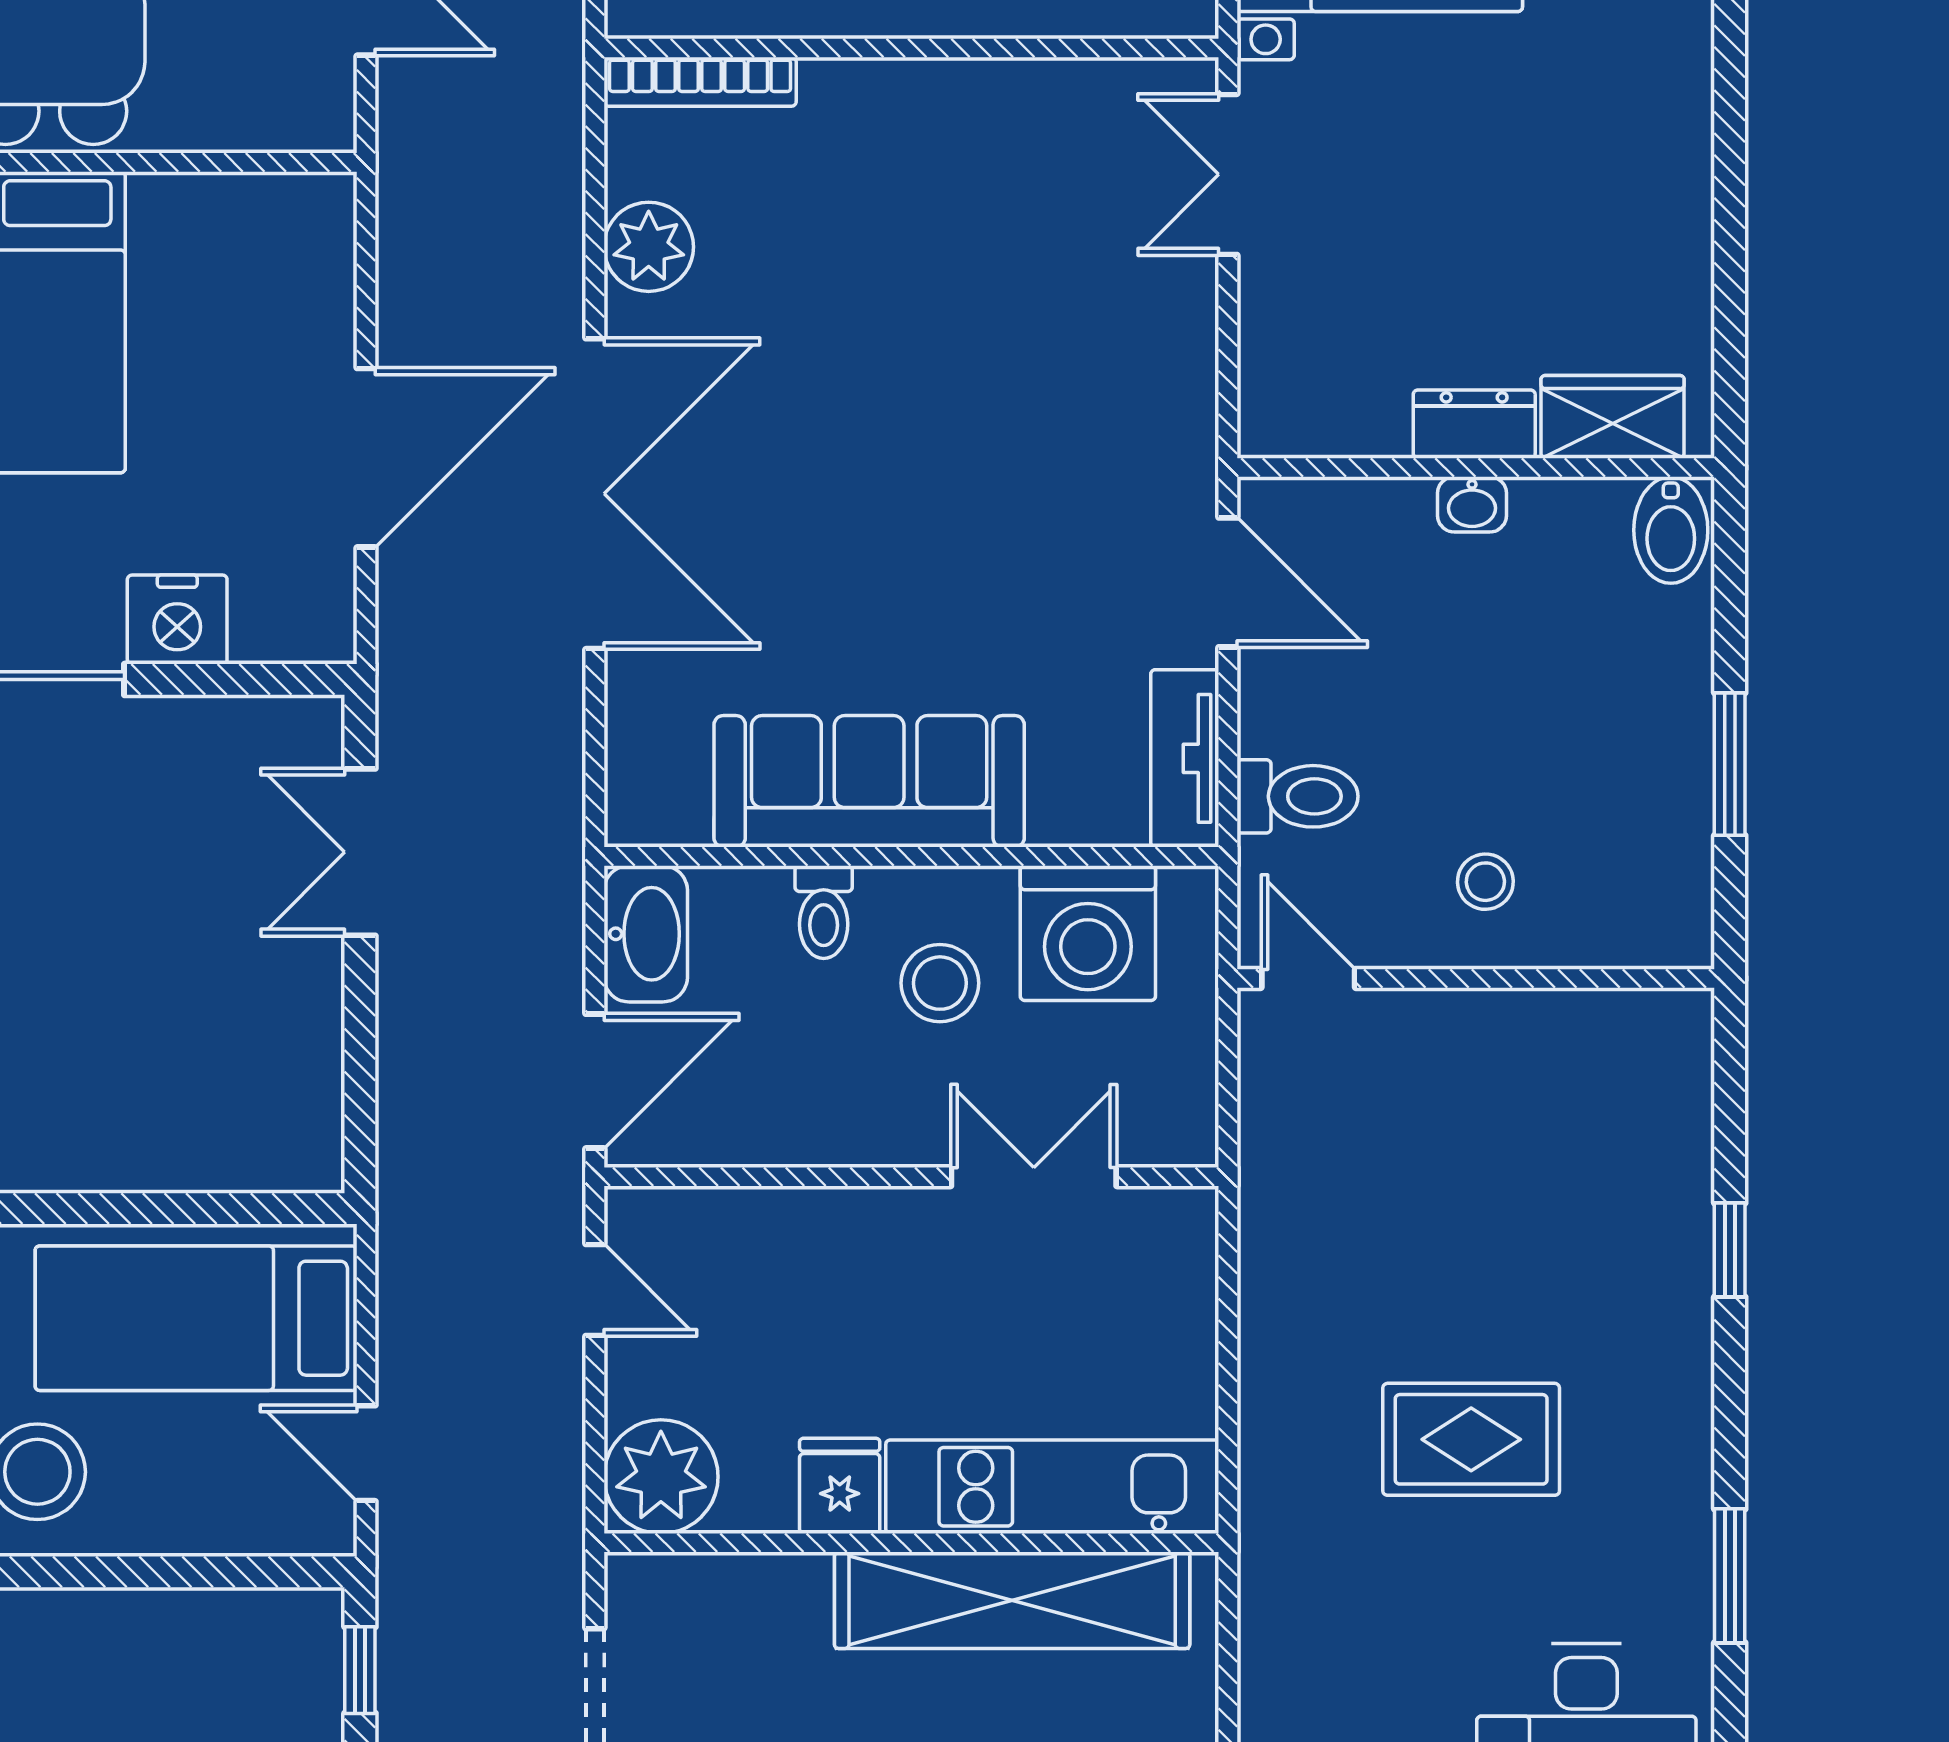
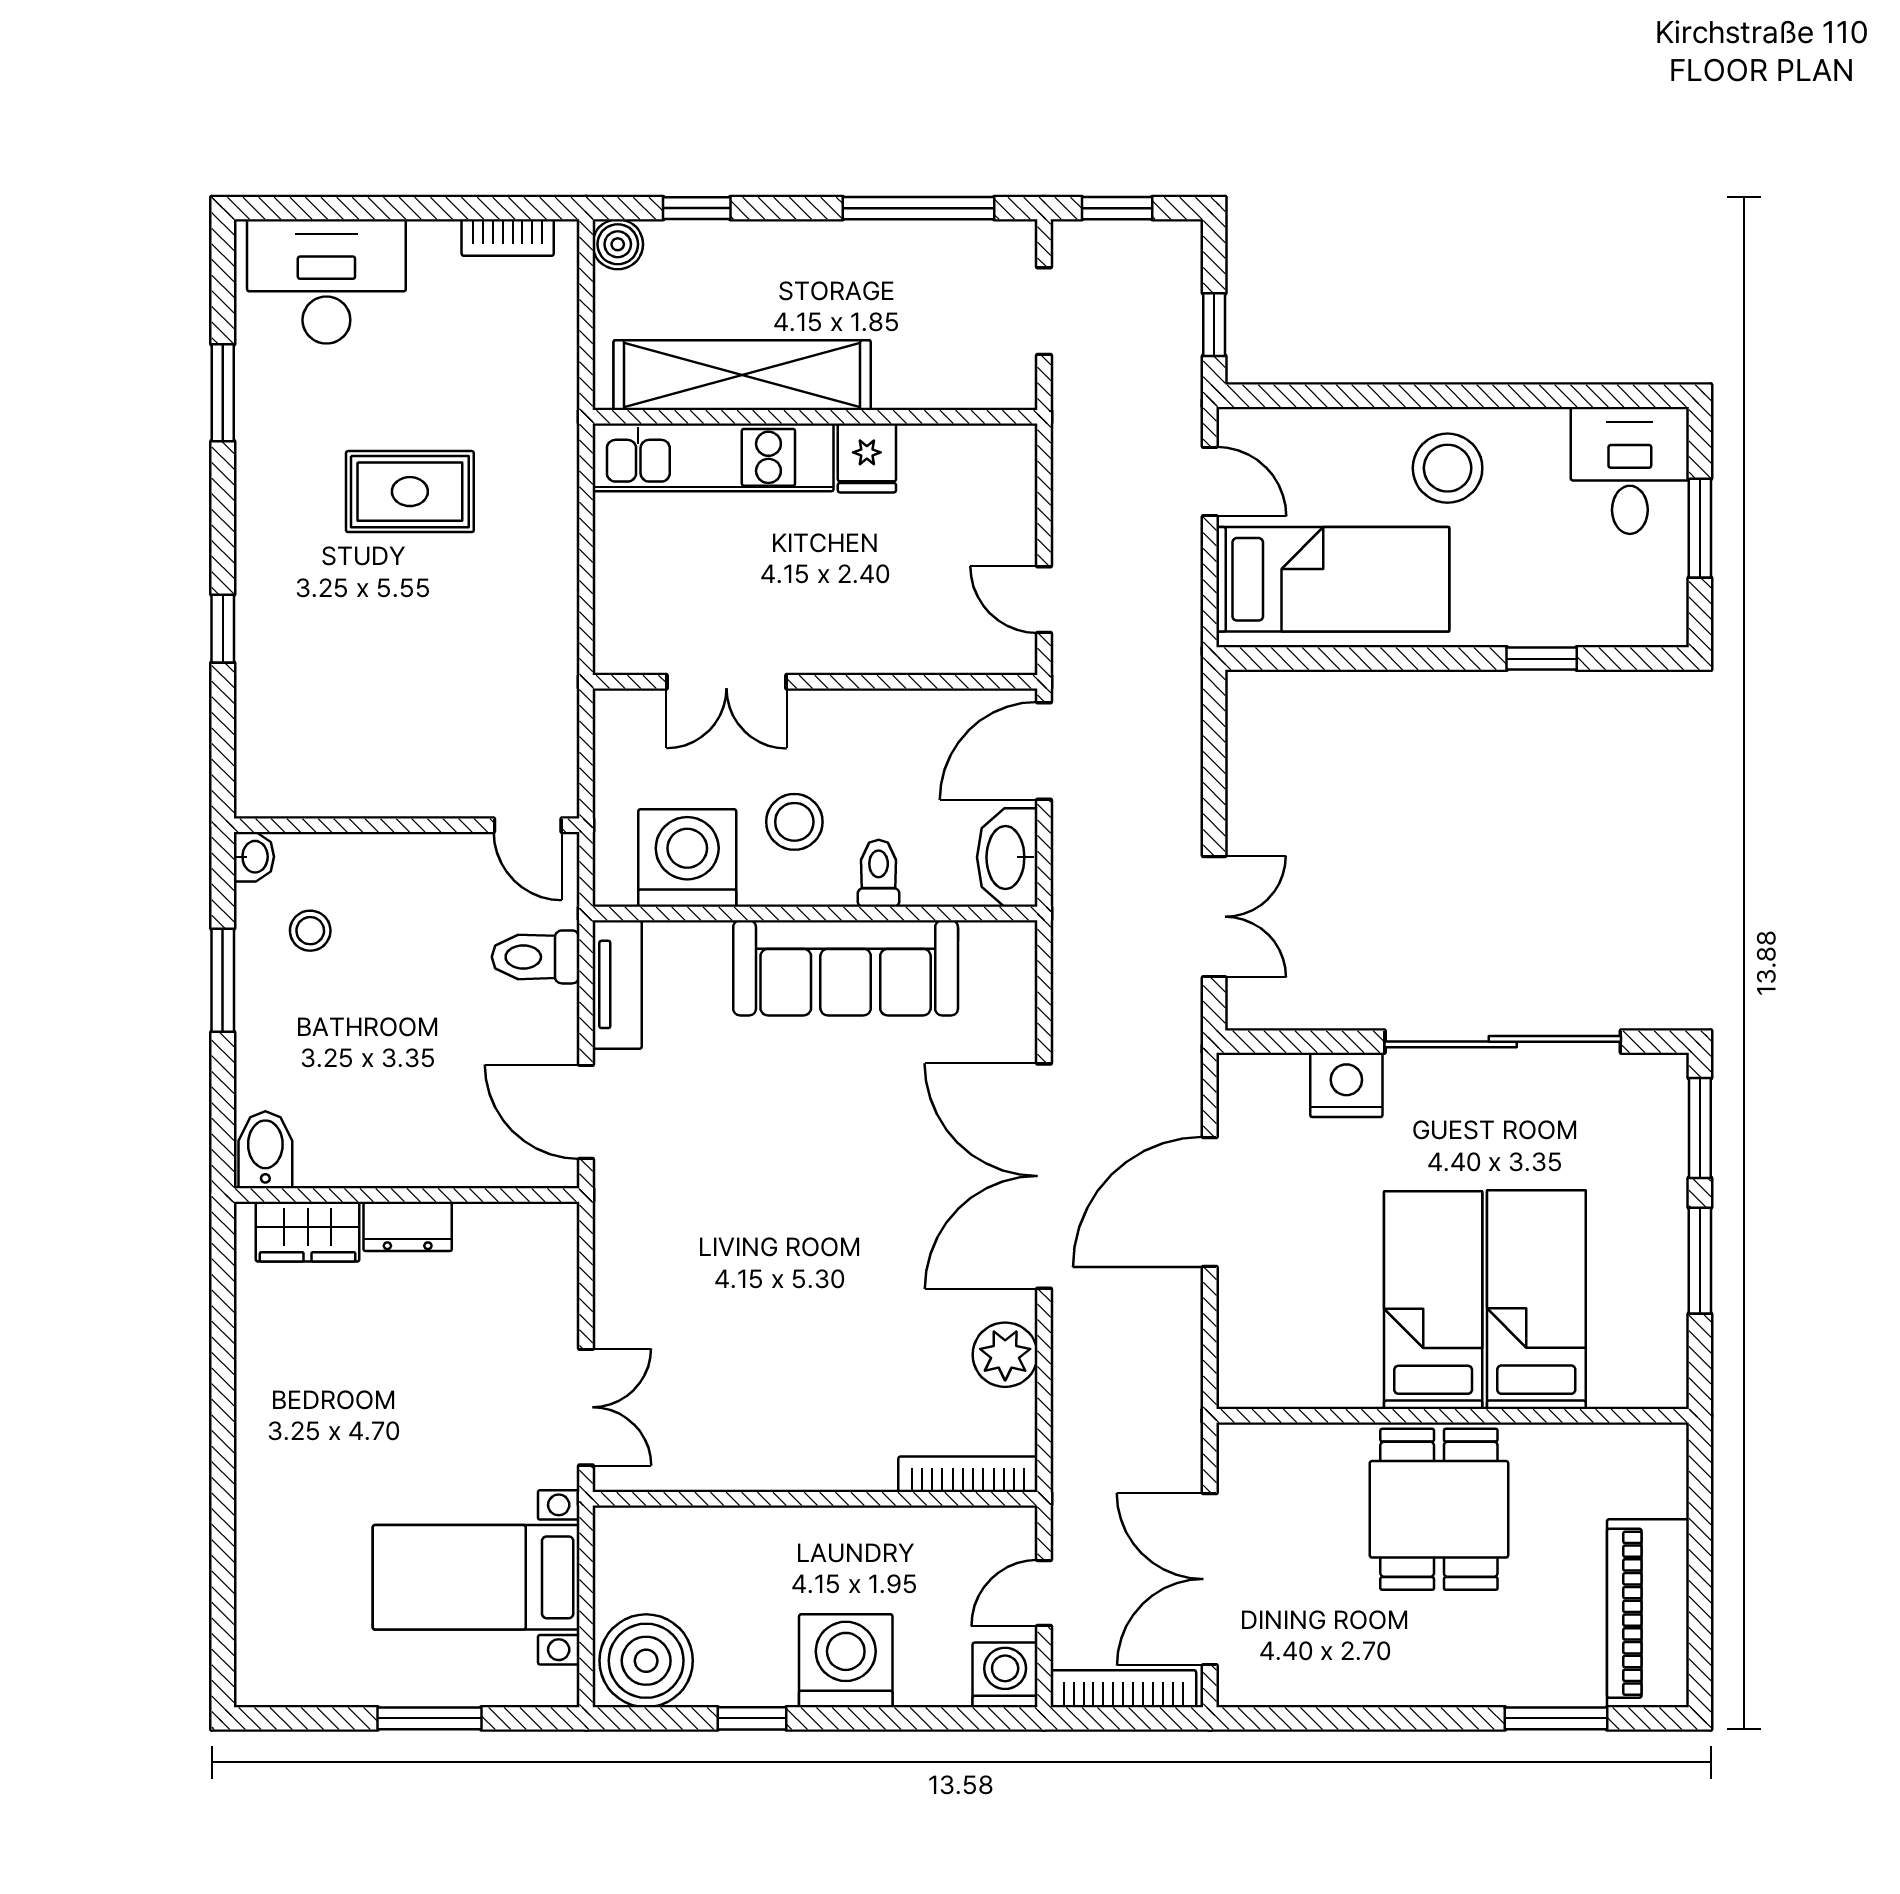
washbasin: (1472, 504) -> (254, 857), moved, turned 90
stool: (1485, 882) -> (310, 931), moved
plant: (661, 1477) -> (996, 465), removed

